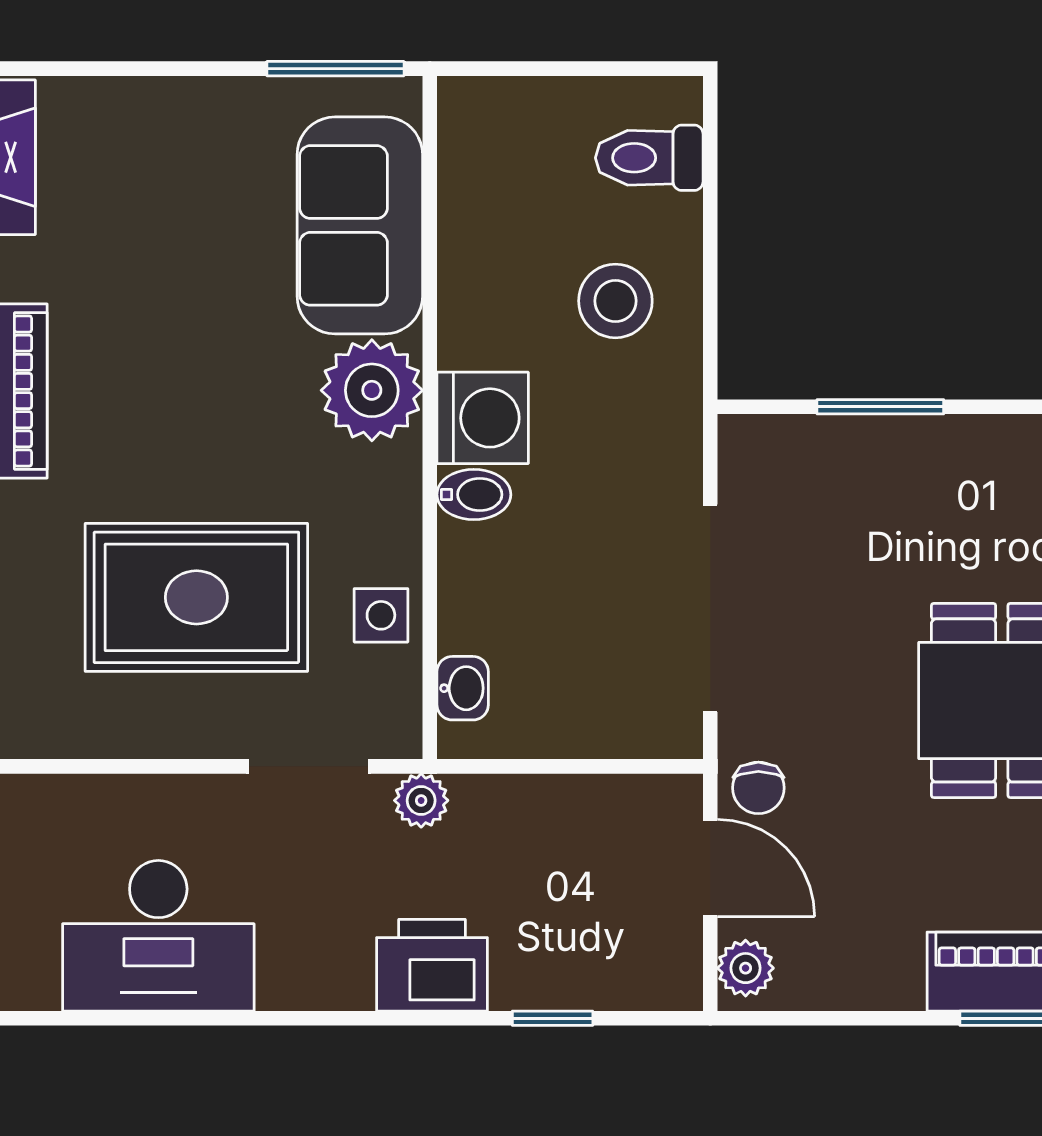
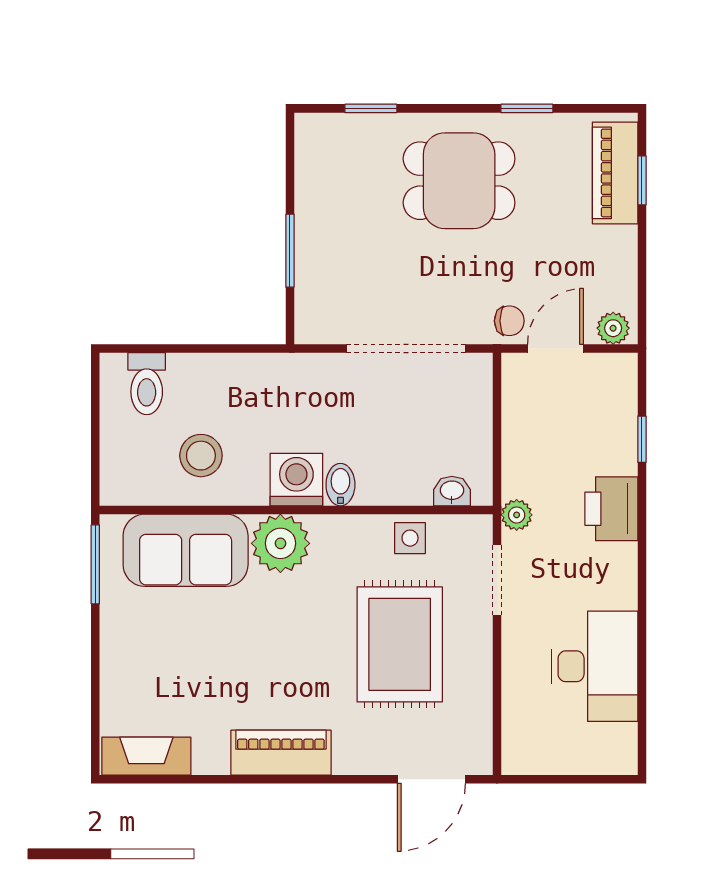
stool: (615, 301) -> (201, 456), moved

